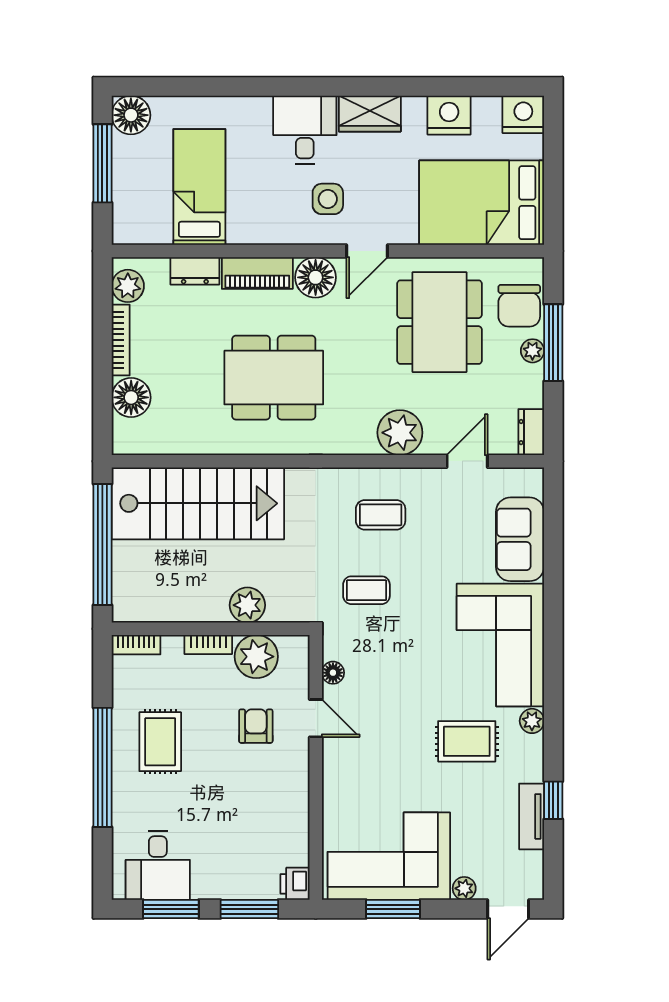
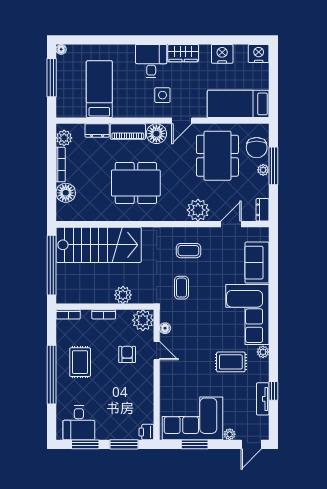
floor lamp: (131, 115) -> (61, 49), width x0.53, depth x0.53
bed: (482, 203) -> (238, 104), width x0.67
coffee table: (366, 590) -> (182, 288), turned 90
plant: (256, 657) -> (143, 320), moved

